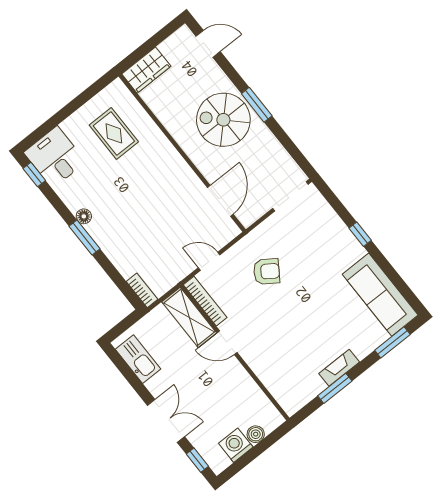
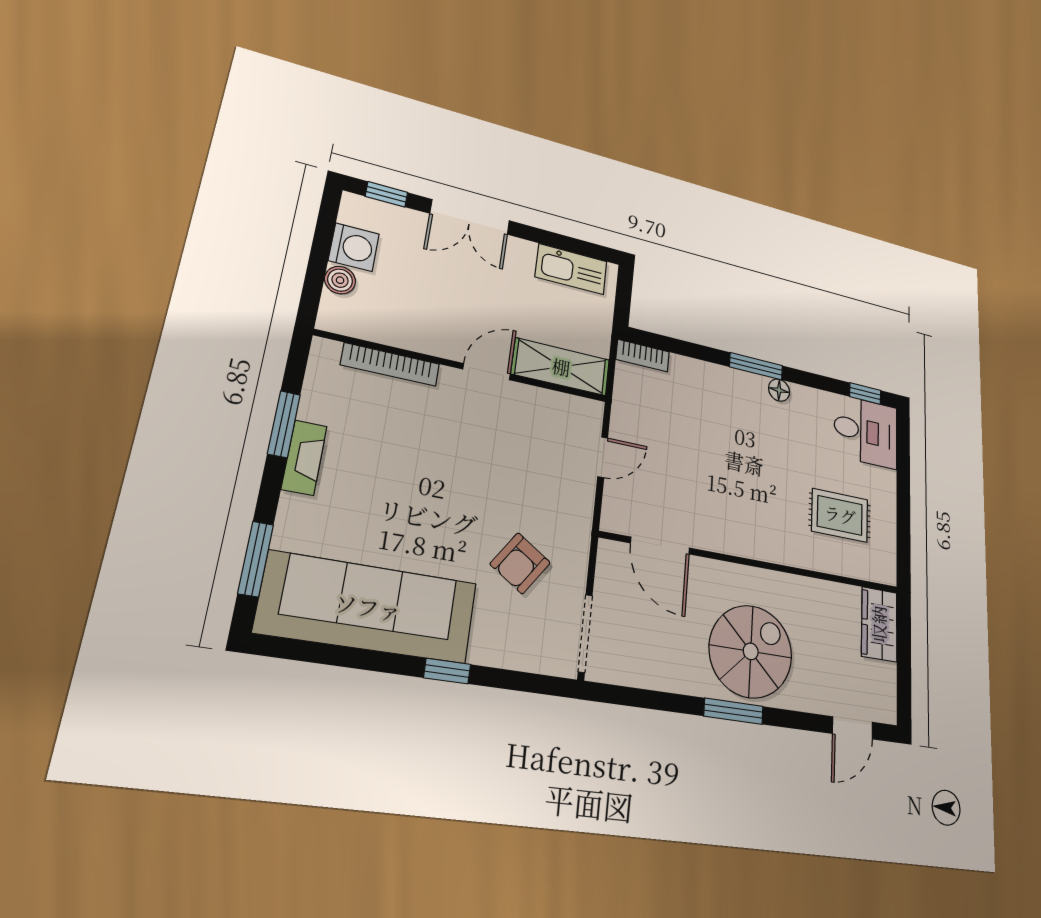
armchair: (267, 272) -> (520, 563), moved
sofa: (380, 295) -> (368, 607), width x1.36, depth x1.27
bookcase: (205, 301) -> (390, 364), moved

